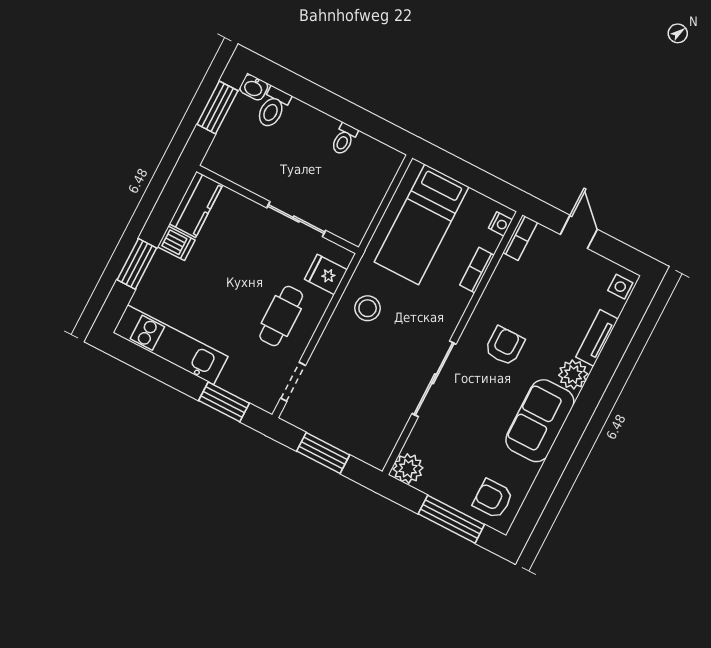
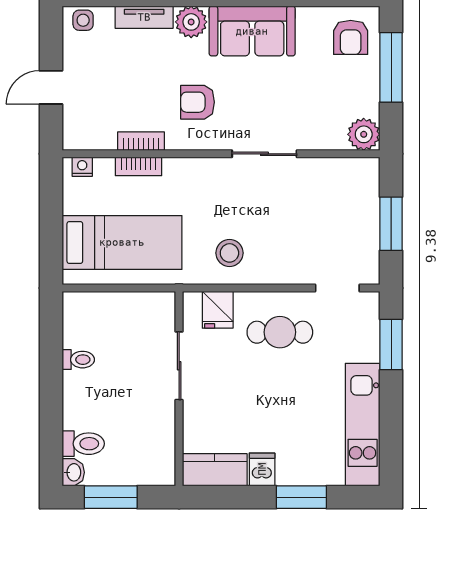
bookcase: (520, 238) -> (141, 141), moved
sliding door: (434, 379) -> (264, 154), width x0.73

